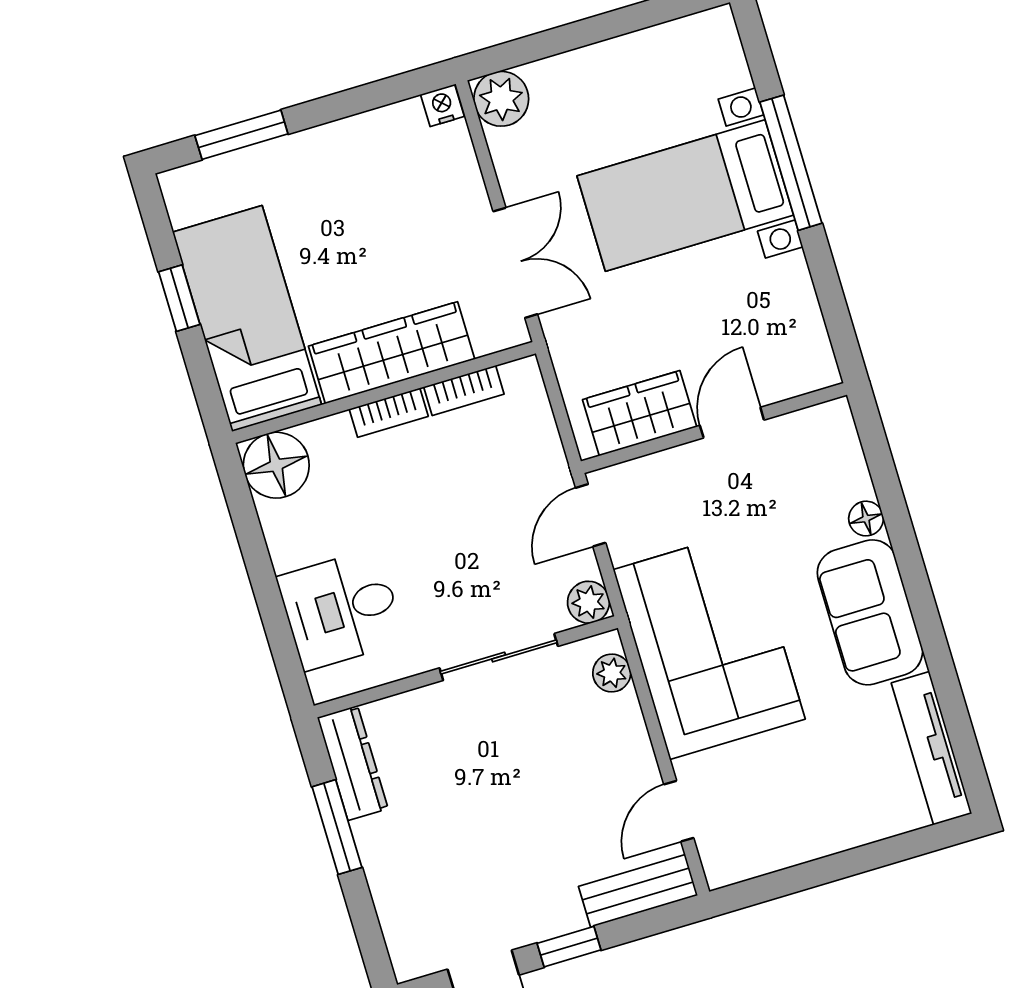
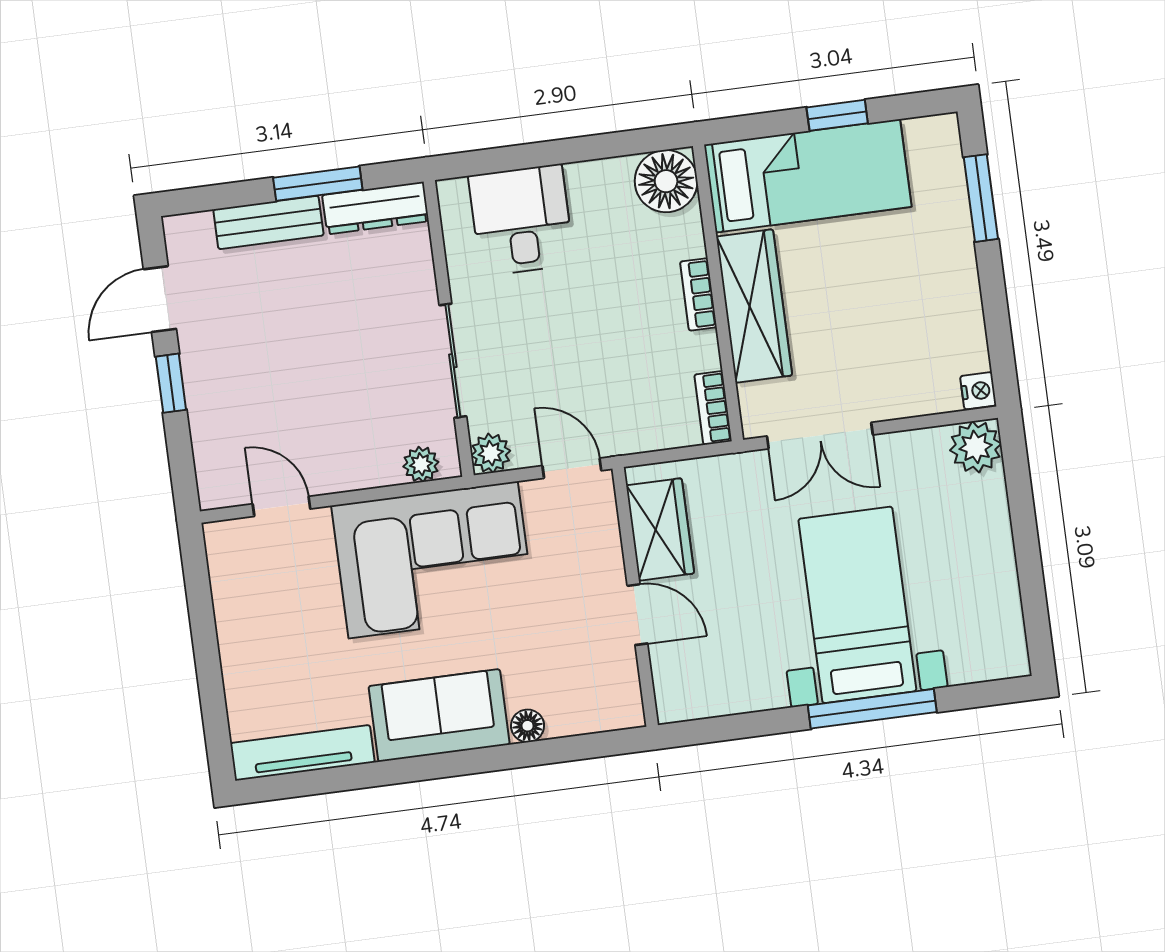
bookcase: (464, 391) -> (713, 408), moved
bench: (638, 891) -> (268, 222), moved, turned 90

